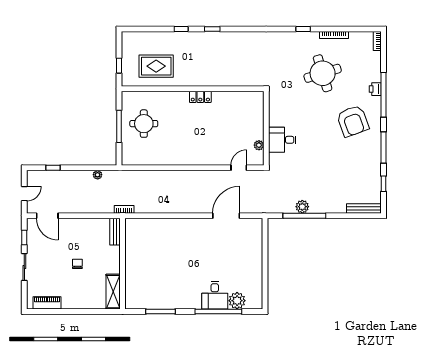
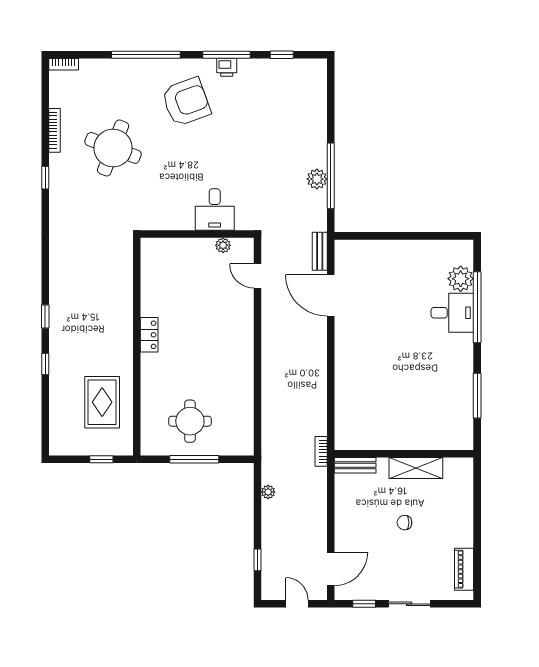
round table: (323, 73) -> (113, 148), turned 38
printer: (375, 89) -> (227, 67), moved
bench: (364, 209) -> (320, 251), moved, width x0.73
shelving: (113, 292) -> (416, 468), moved

